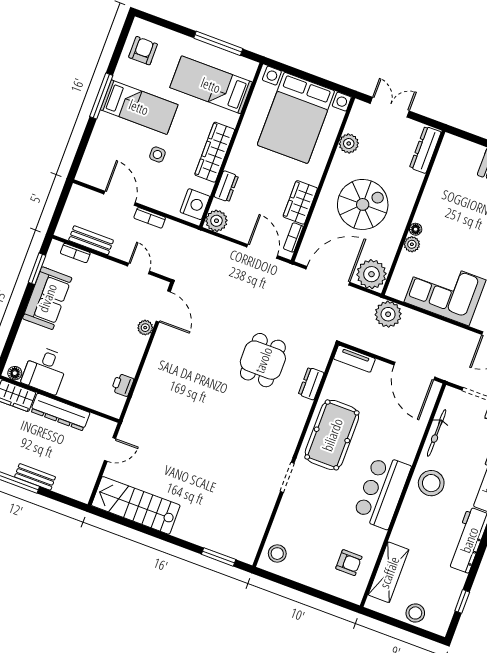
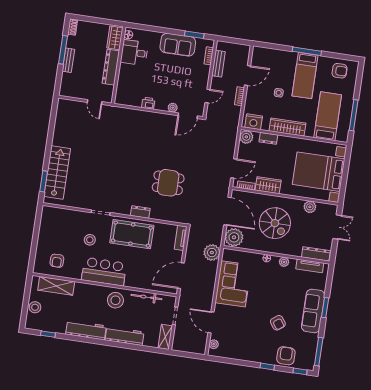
tv unit: (442, 164) -> (310, 266), added
plant: (412, 244) -> (284, 262), moved
dresser: (311, 384) -> (140, 212), moved
printer: (123, 385) -> (148, 103), moved
stairs: (136, 505) -> (57, 172), moved
stool: (277, 554) -> (90, 240), moved

